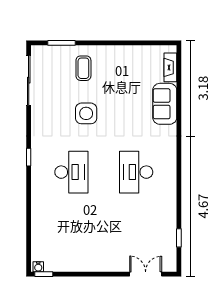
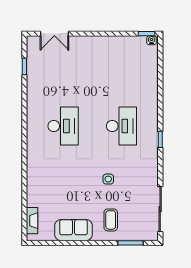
sofa: (165, 104) -> (74, 230), moved, turned -90
side table: (86, 113) -> (108, 179), width x0.54, depth x0.54
desk: (71, 172) -> (122, 126), turned 180

